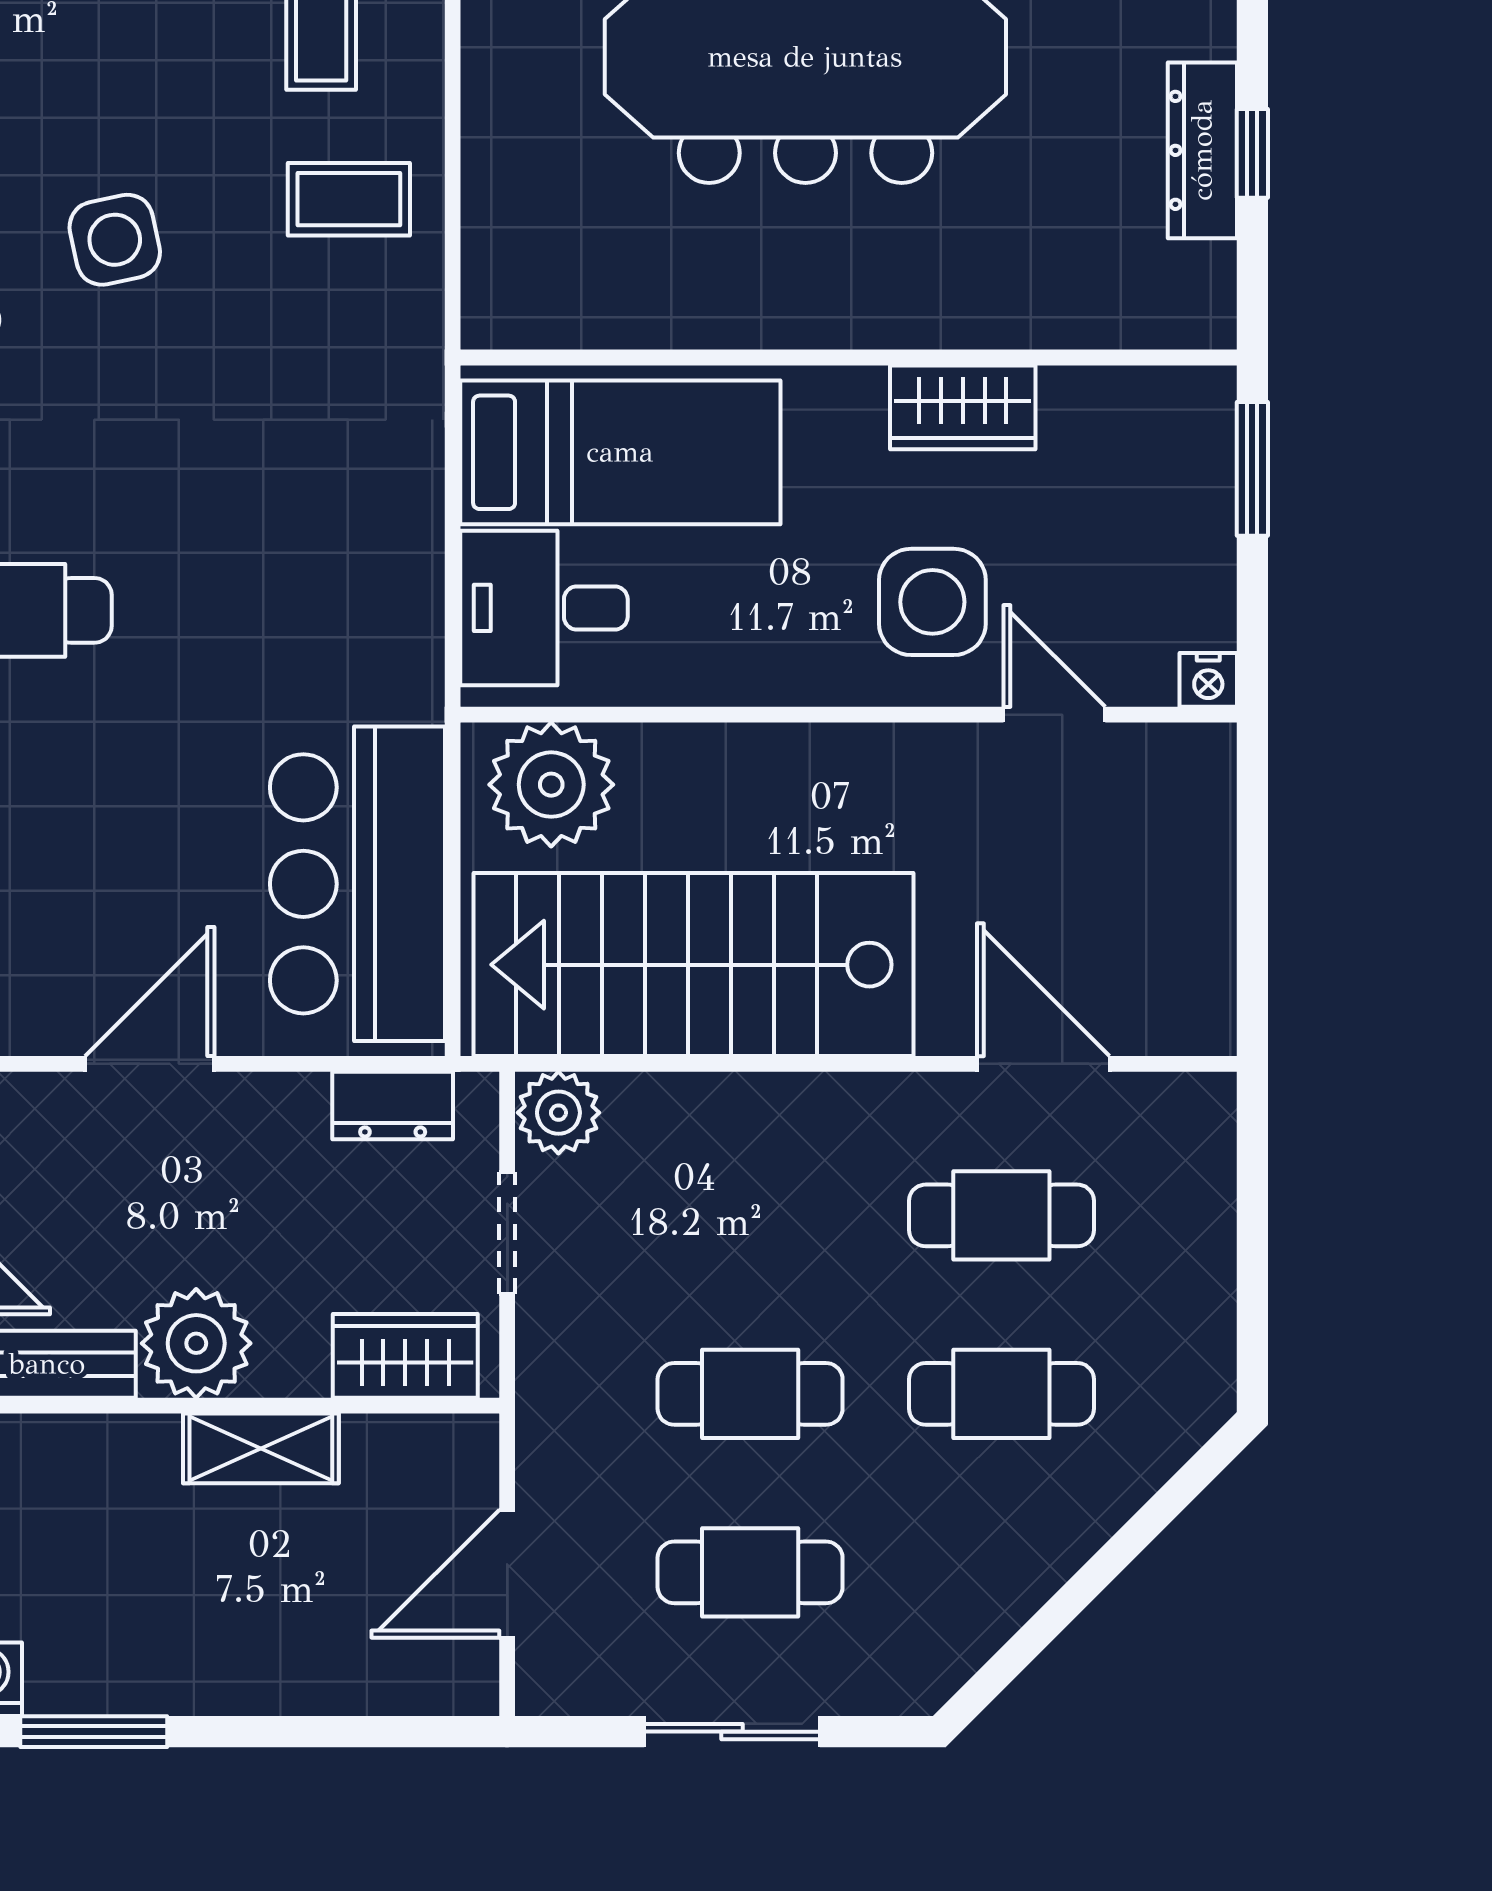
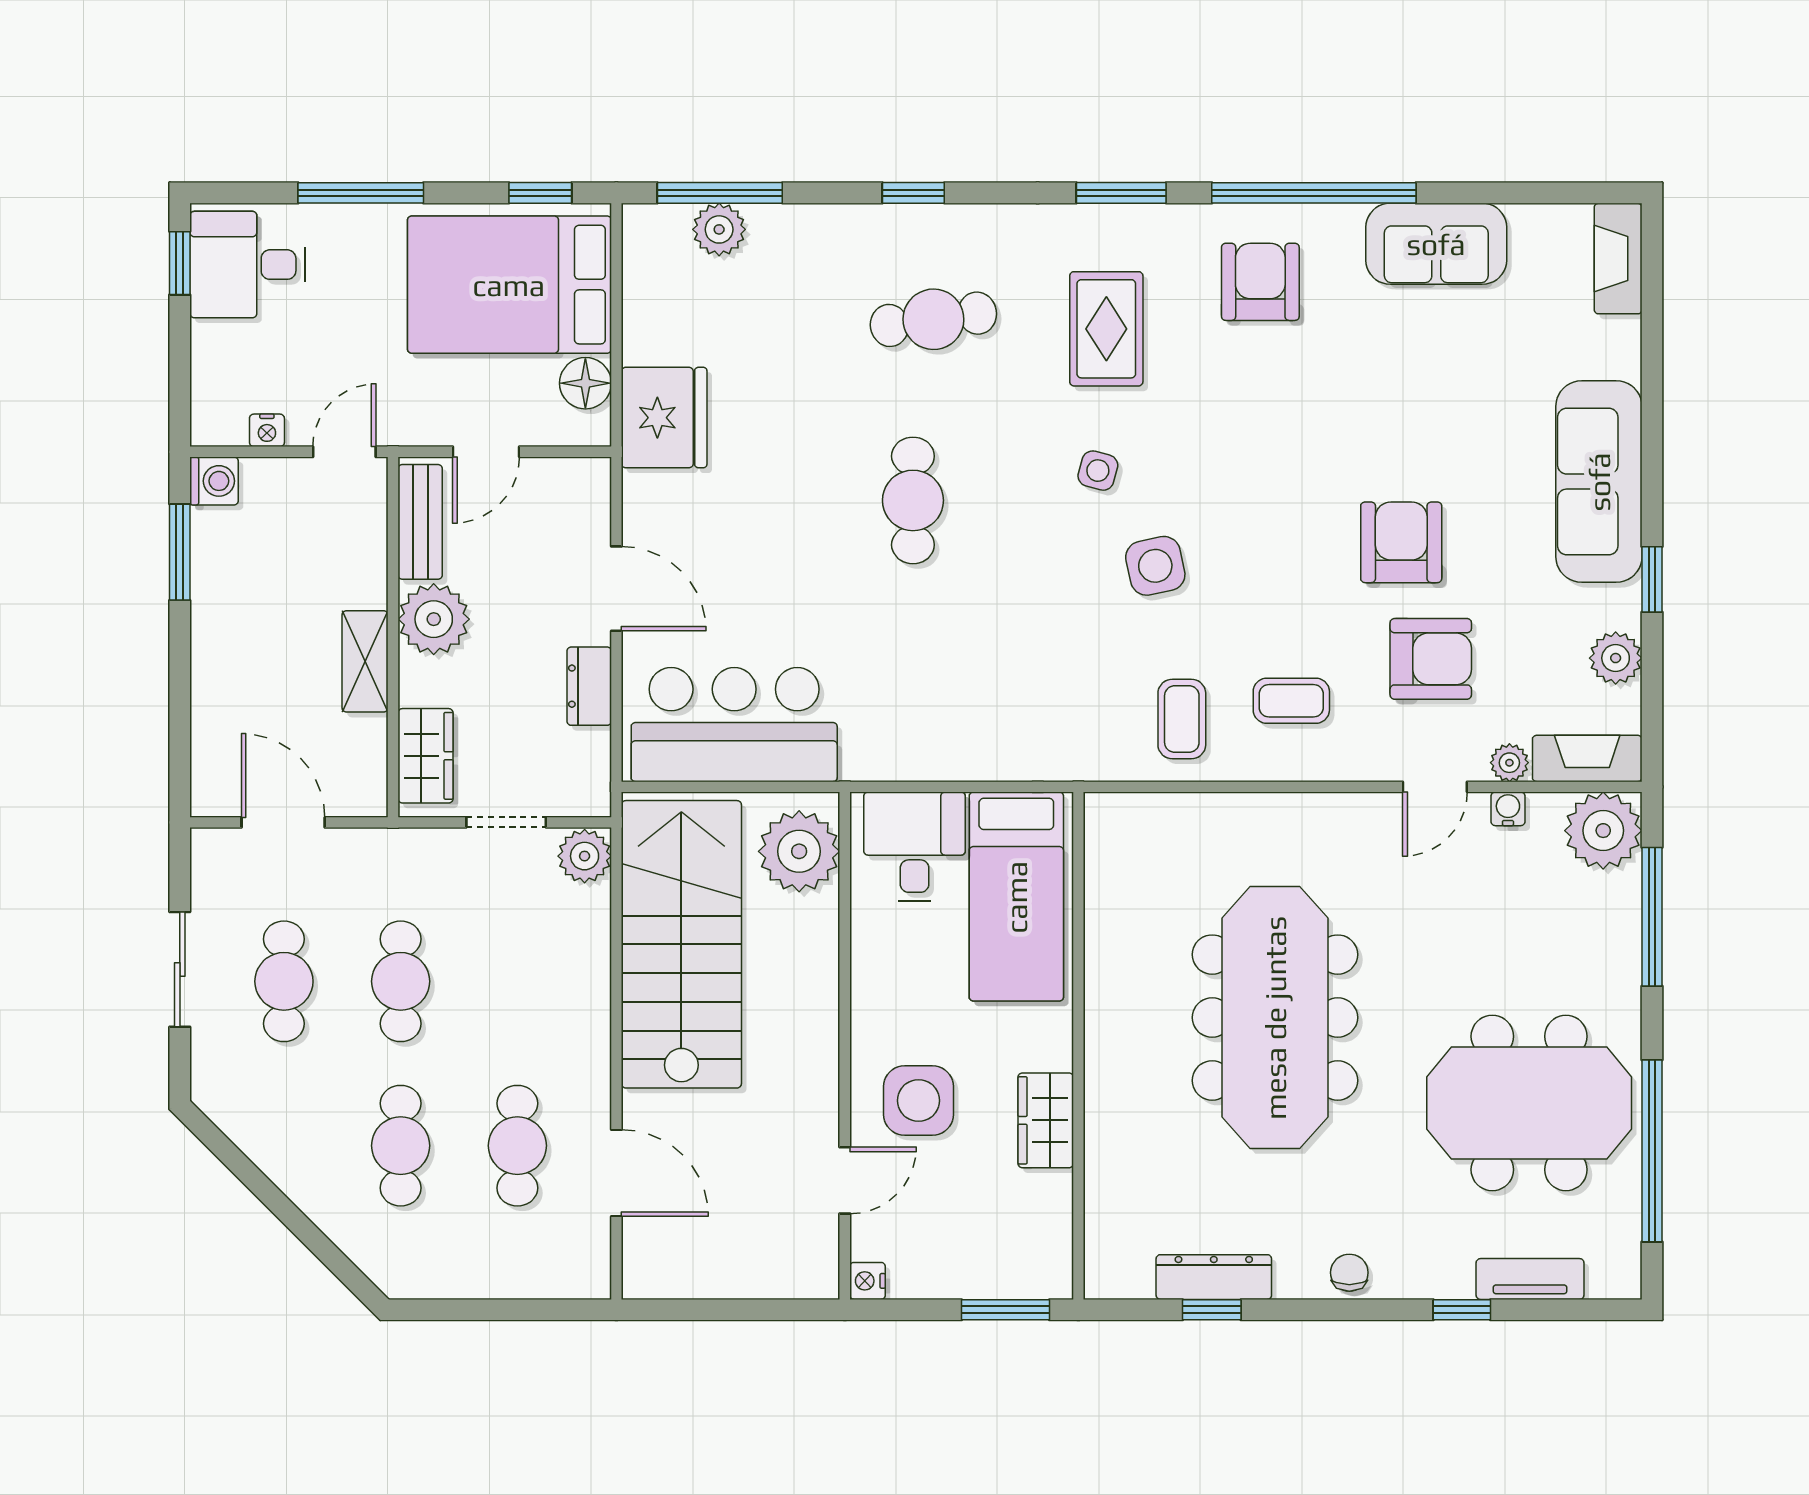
door: (1043, 1064) -> (616, 1173), hinge flipped
dresser: (393, 1106) -> (589, 686), moved

